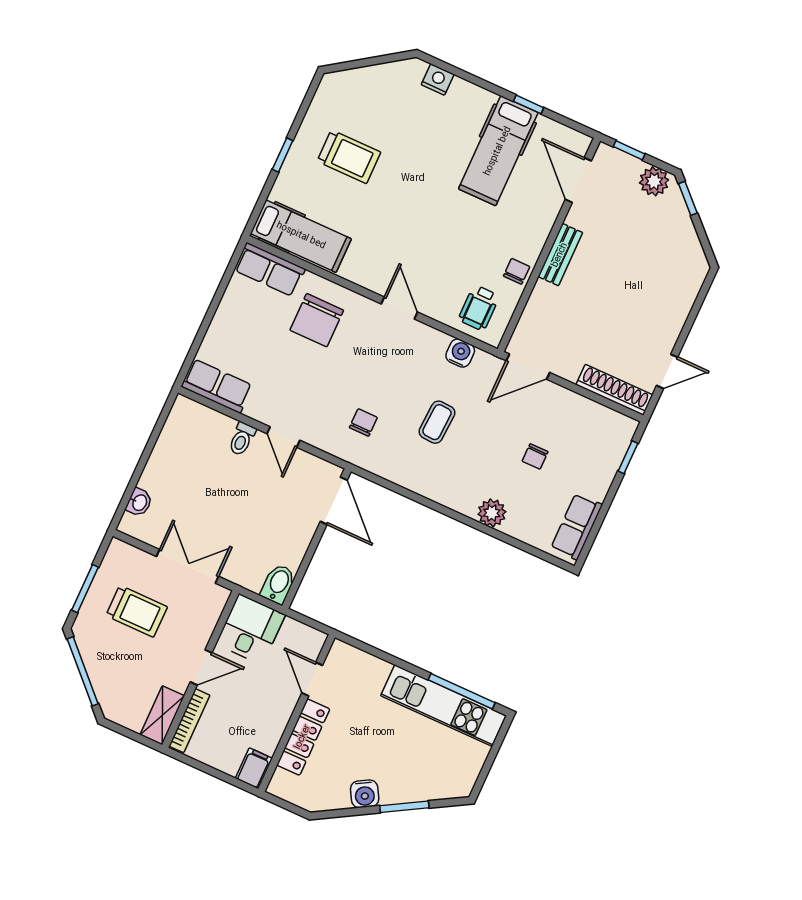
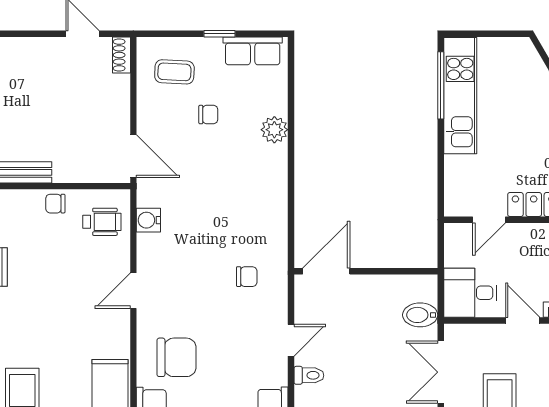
shoe rack: (614, 390) -> (121, 55), width x0.51, depth x0.81
coffee table: (437, 422) -> (174, 72), moved
chair: (363, 423) -> (247, 277), turned 180
window: (628, 457) -> (220, 34), moved
bidet: (278, 584) -> (420, 315), moved

